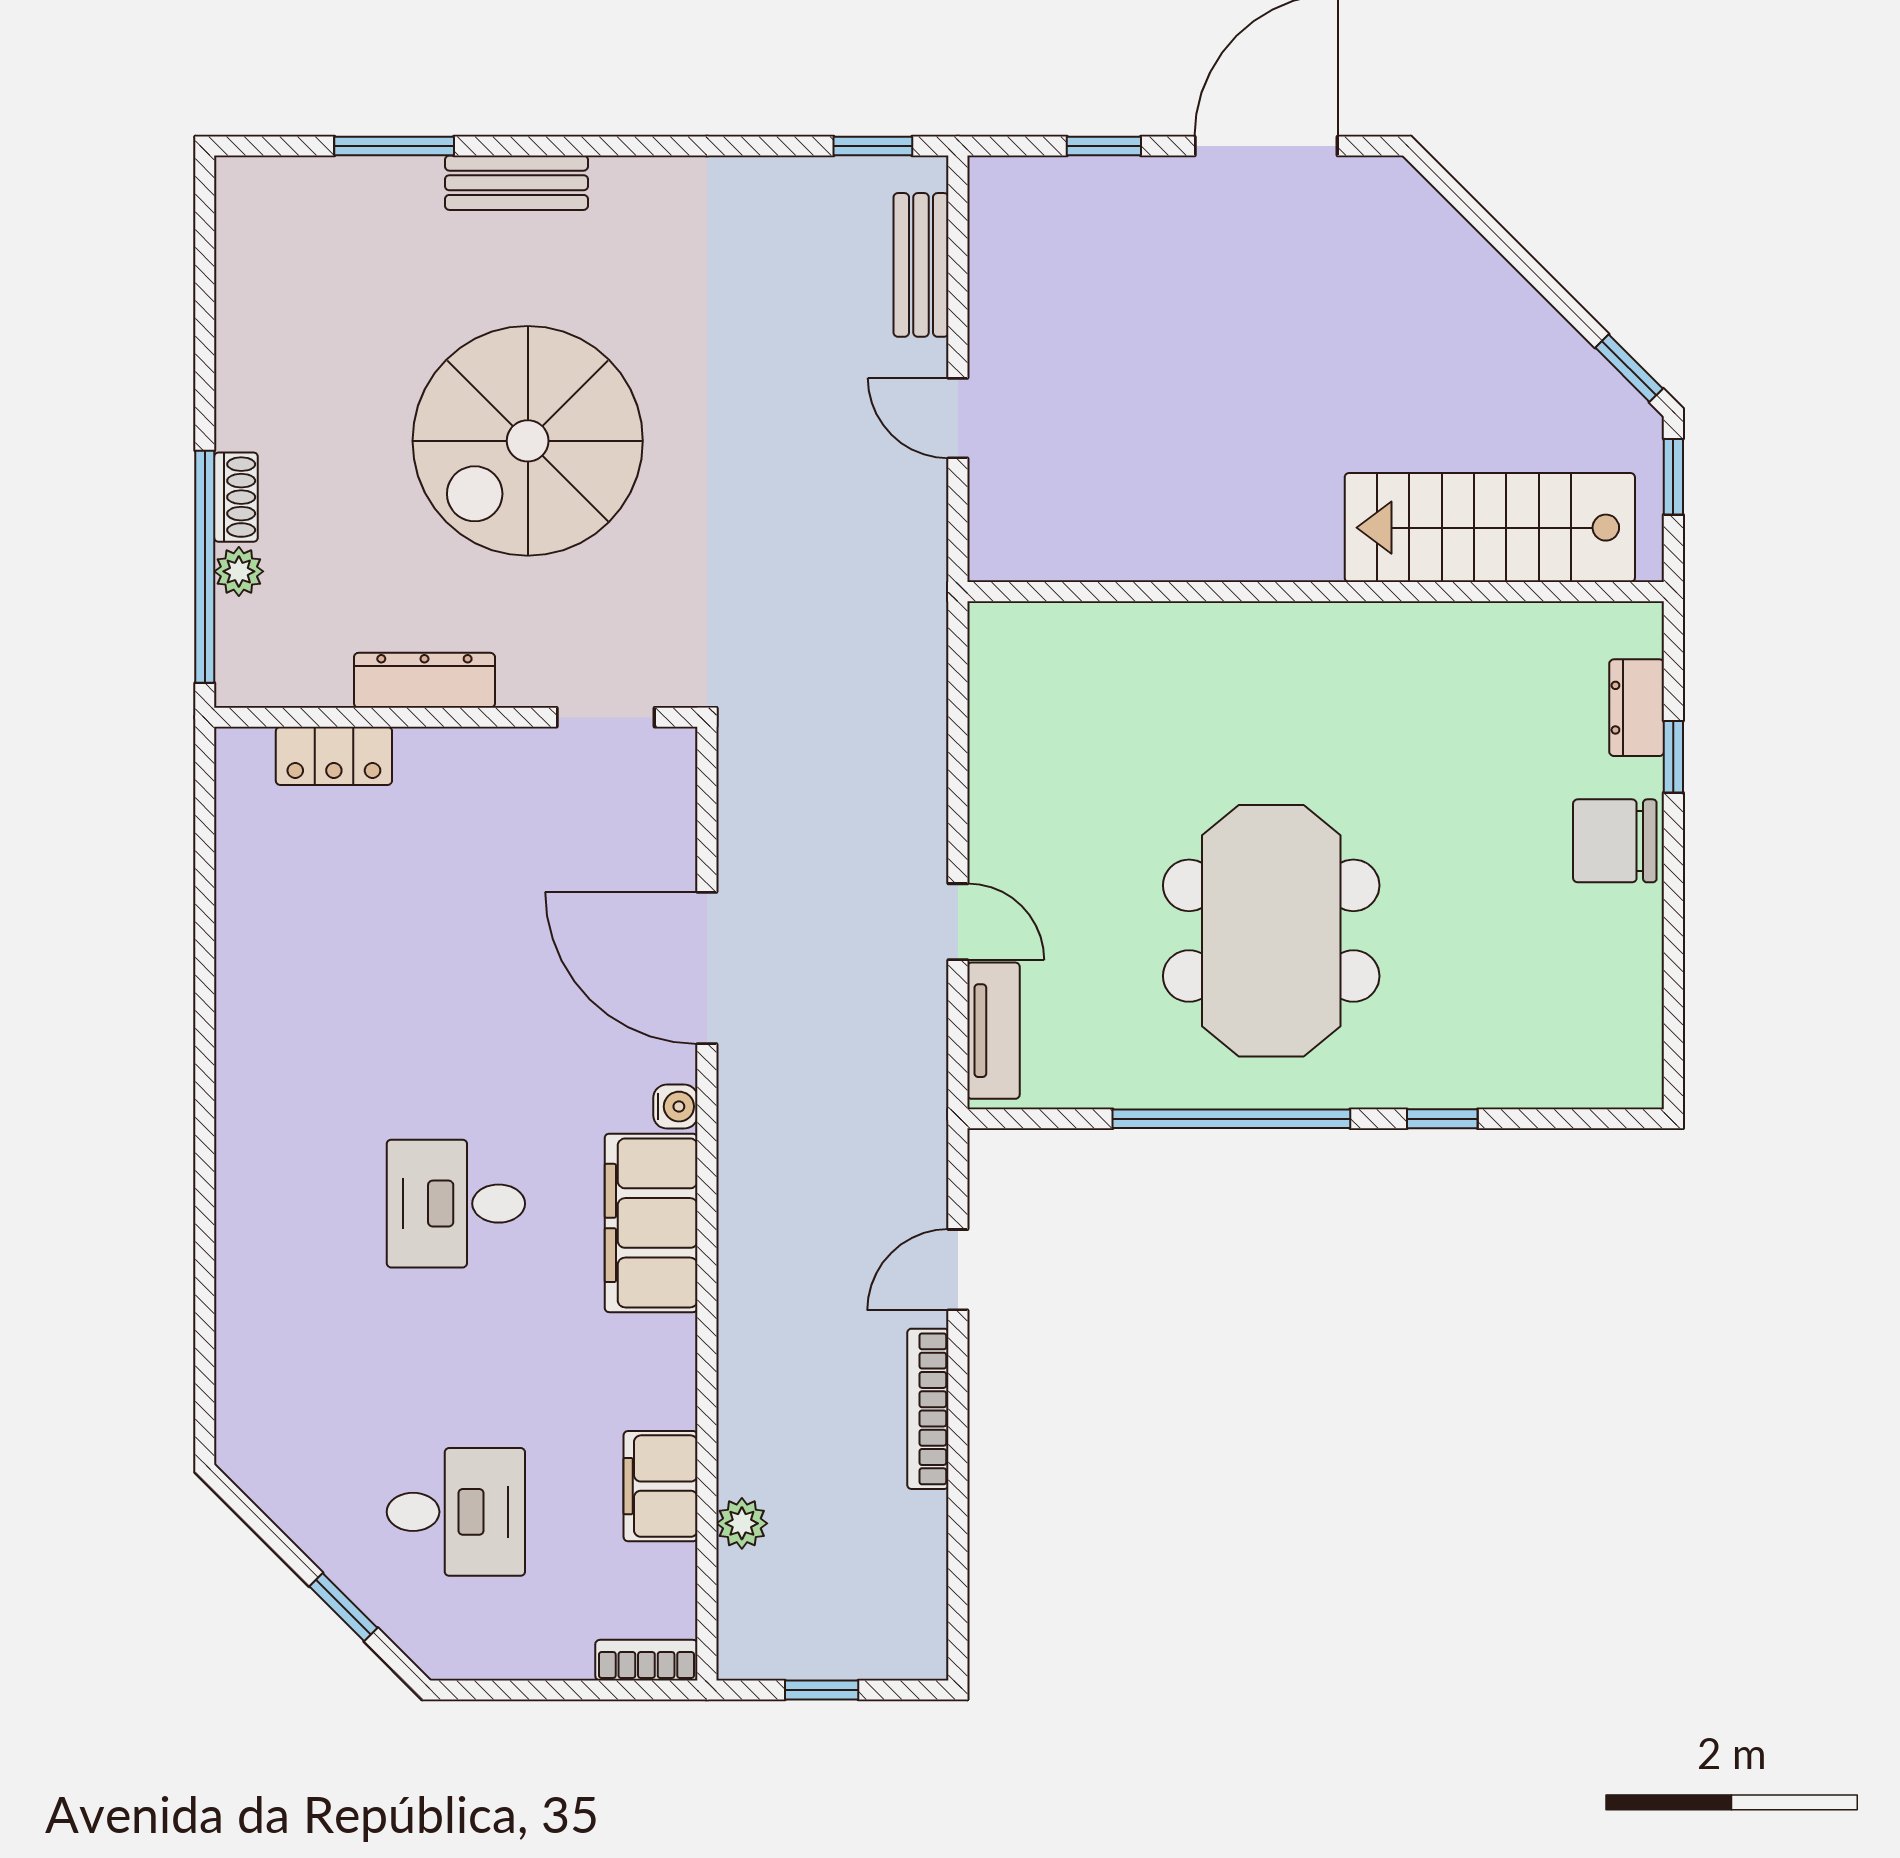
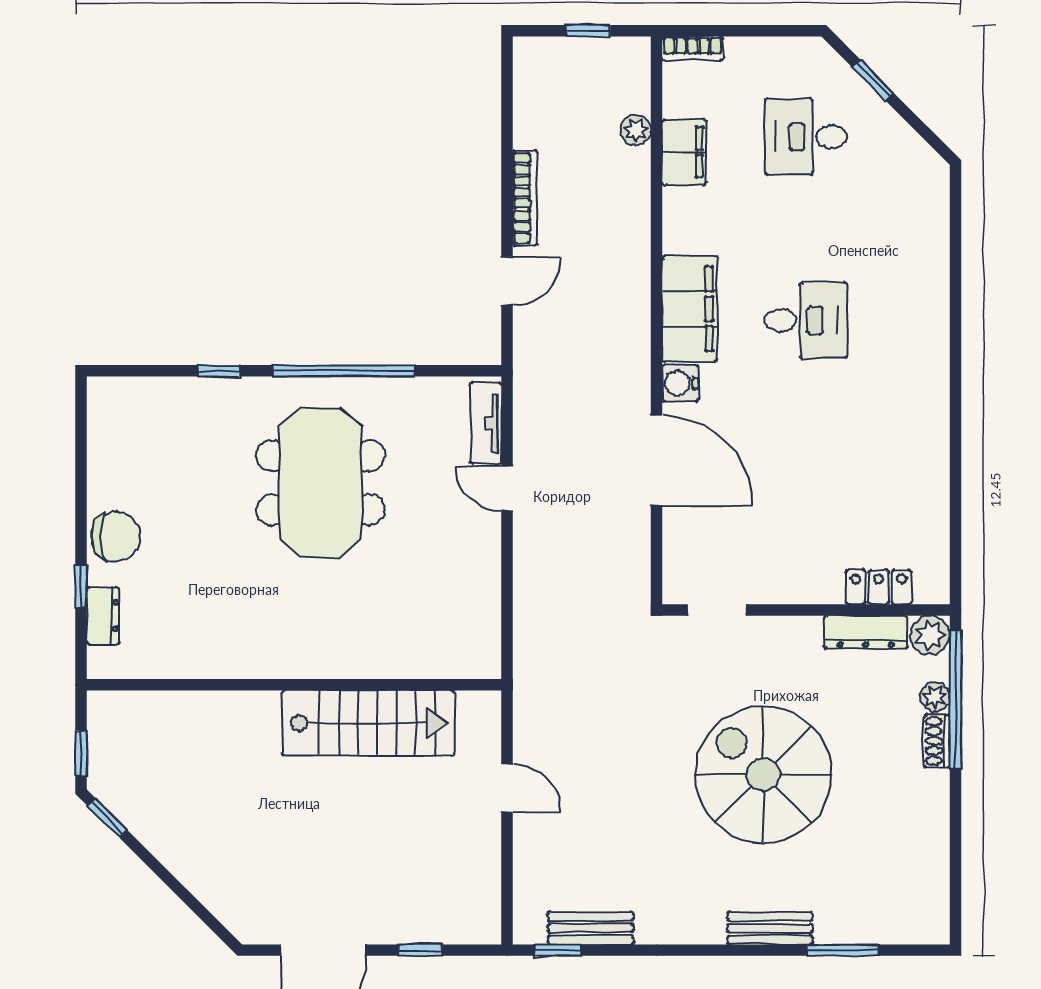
bench: (921, 265) -> (591, 928), moved, turned 90
spiral stairs: (528, 441) -> (763, 775), turned -90
stairs: (1490, 528) -> (368, 723), moved
plant: (247, 675) -> (930, 635), added
dresser: (424, 680) -> (866, 632), moved
water cooler: (675, 1107) -> (680, 383), width x1.38, depth x1.38

